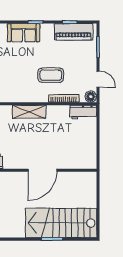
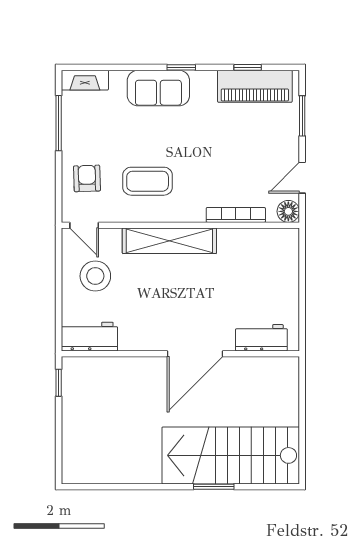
coffee table: (51, 75) -> (148, 181), moved
door: (98, 79) -> (302, 178), swing flipped
shelving: (29, 112) -> (169, 241), width x1.47
workbench: (83, 112) -> (261, 338), moved, turned 180

